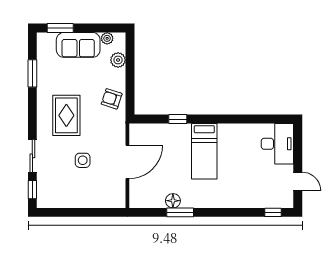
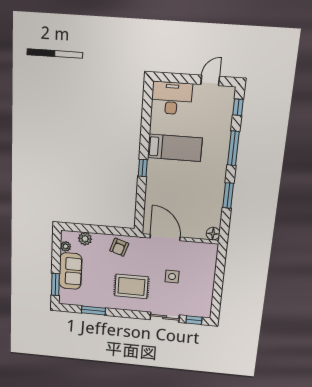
window: (178, 119) -> (143, 168), moved
bed: (204, 151) -> (175, 148), moved
door: (127, 162) -> (165, 237), moved
floor lamp: (173, 201) -> (213, 234), moved
window: (231, 212) -> (233, 148), added

